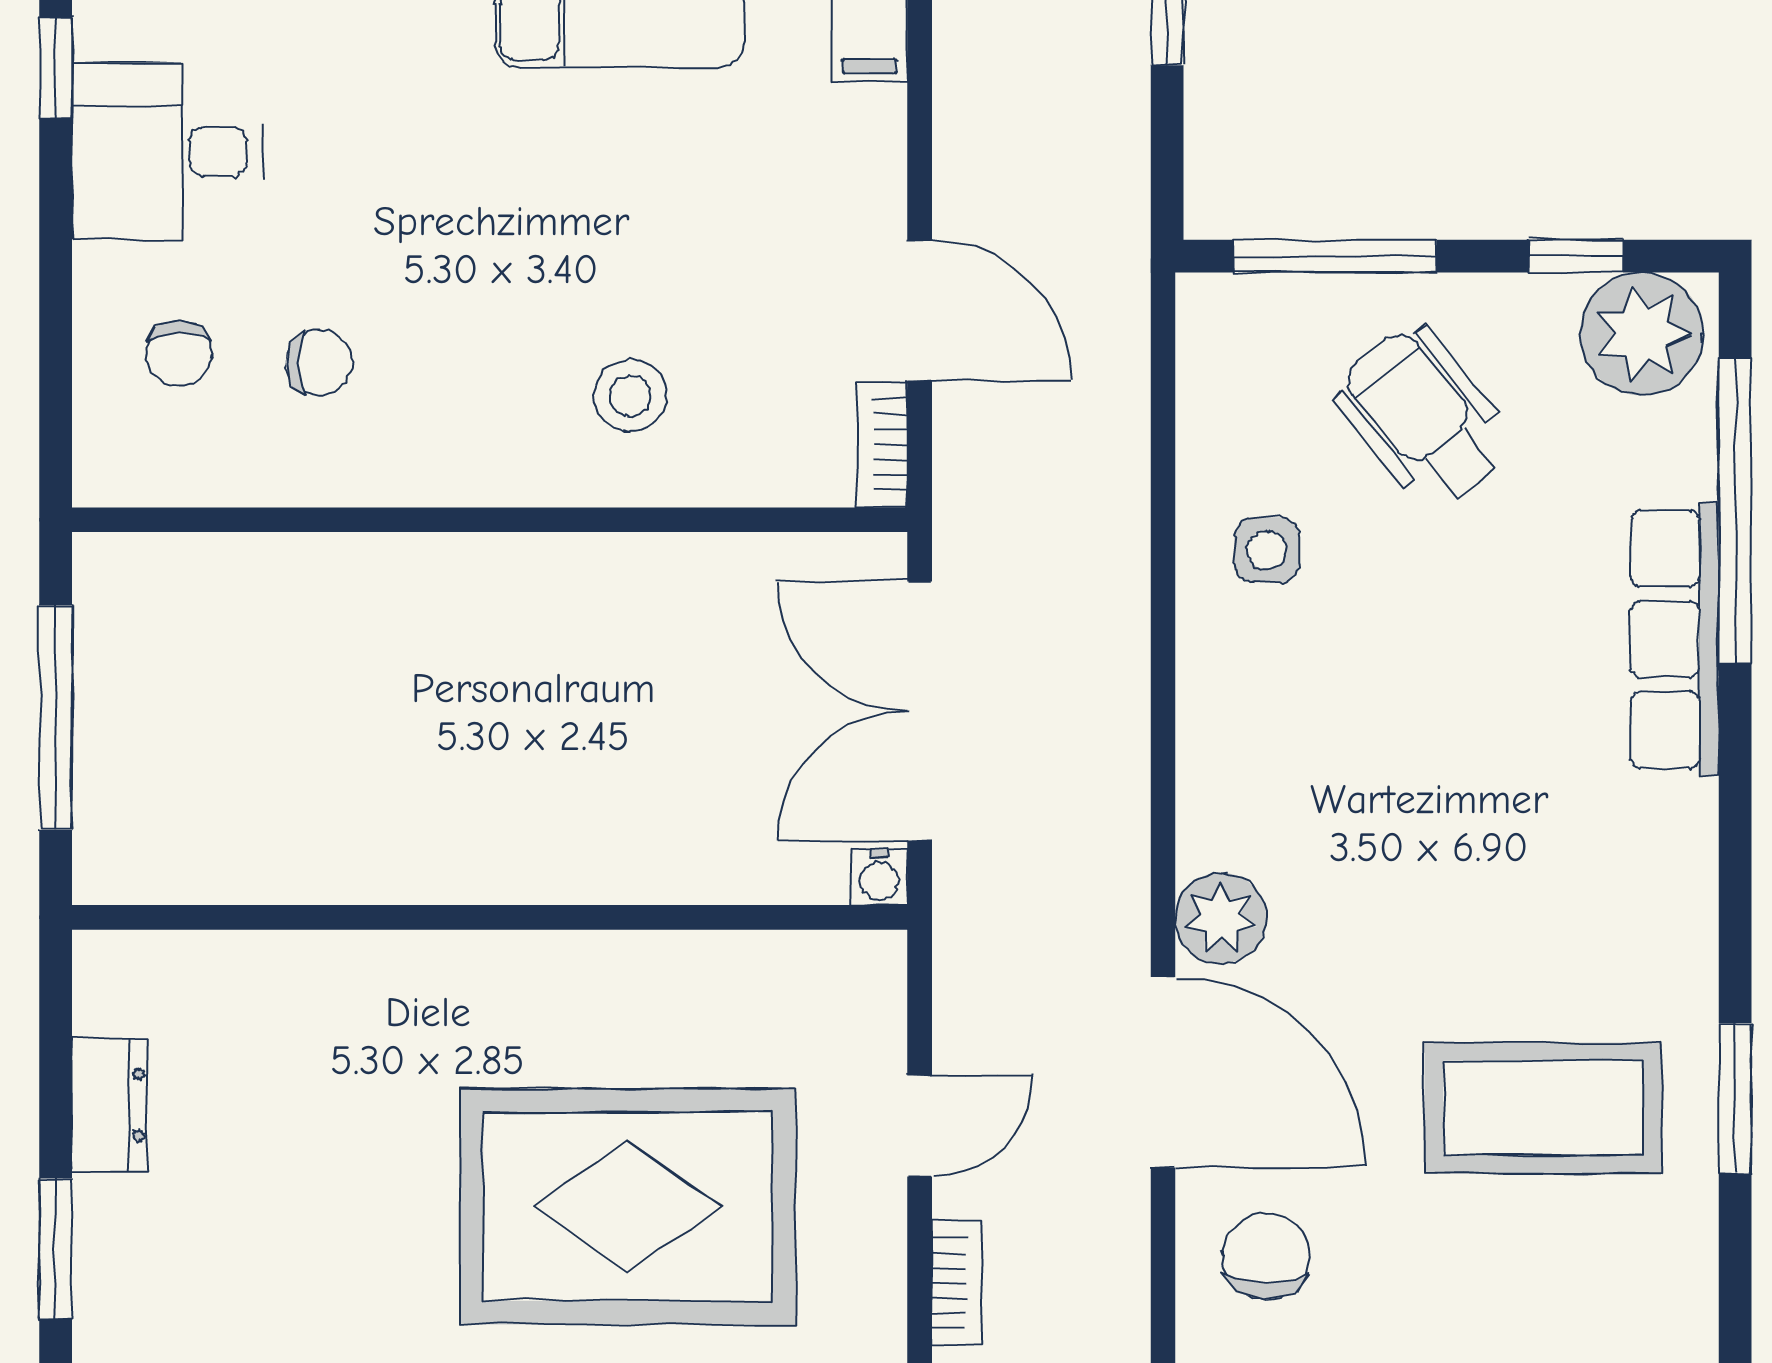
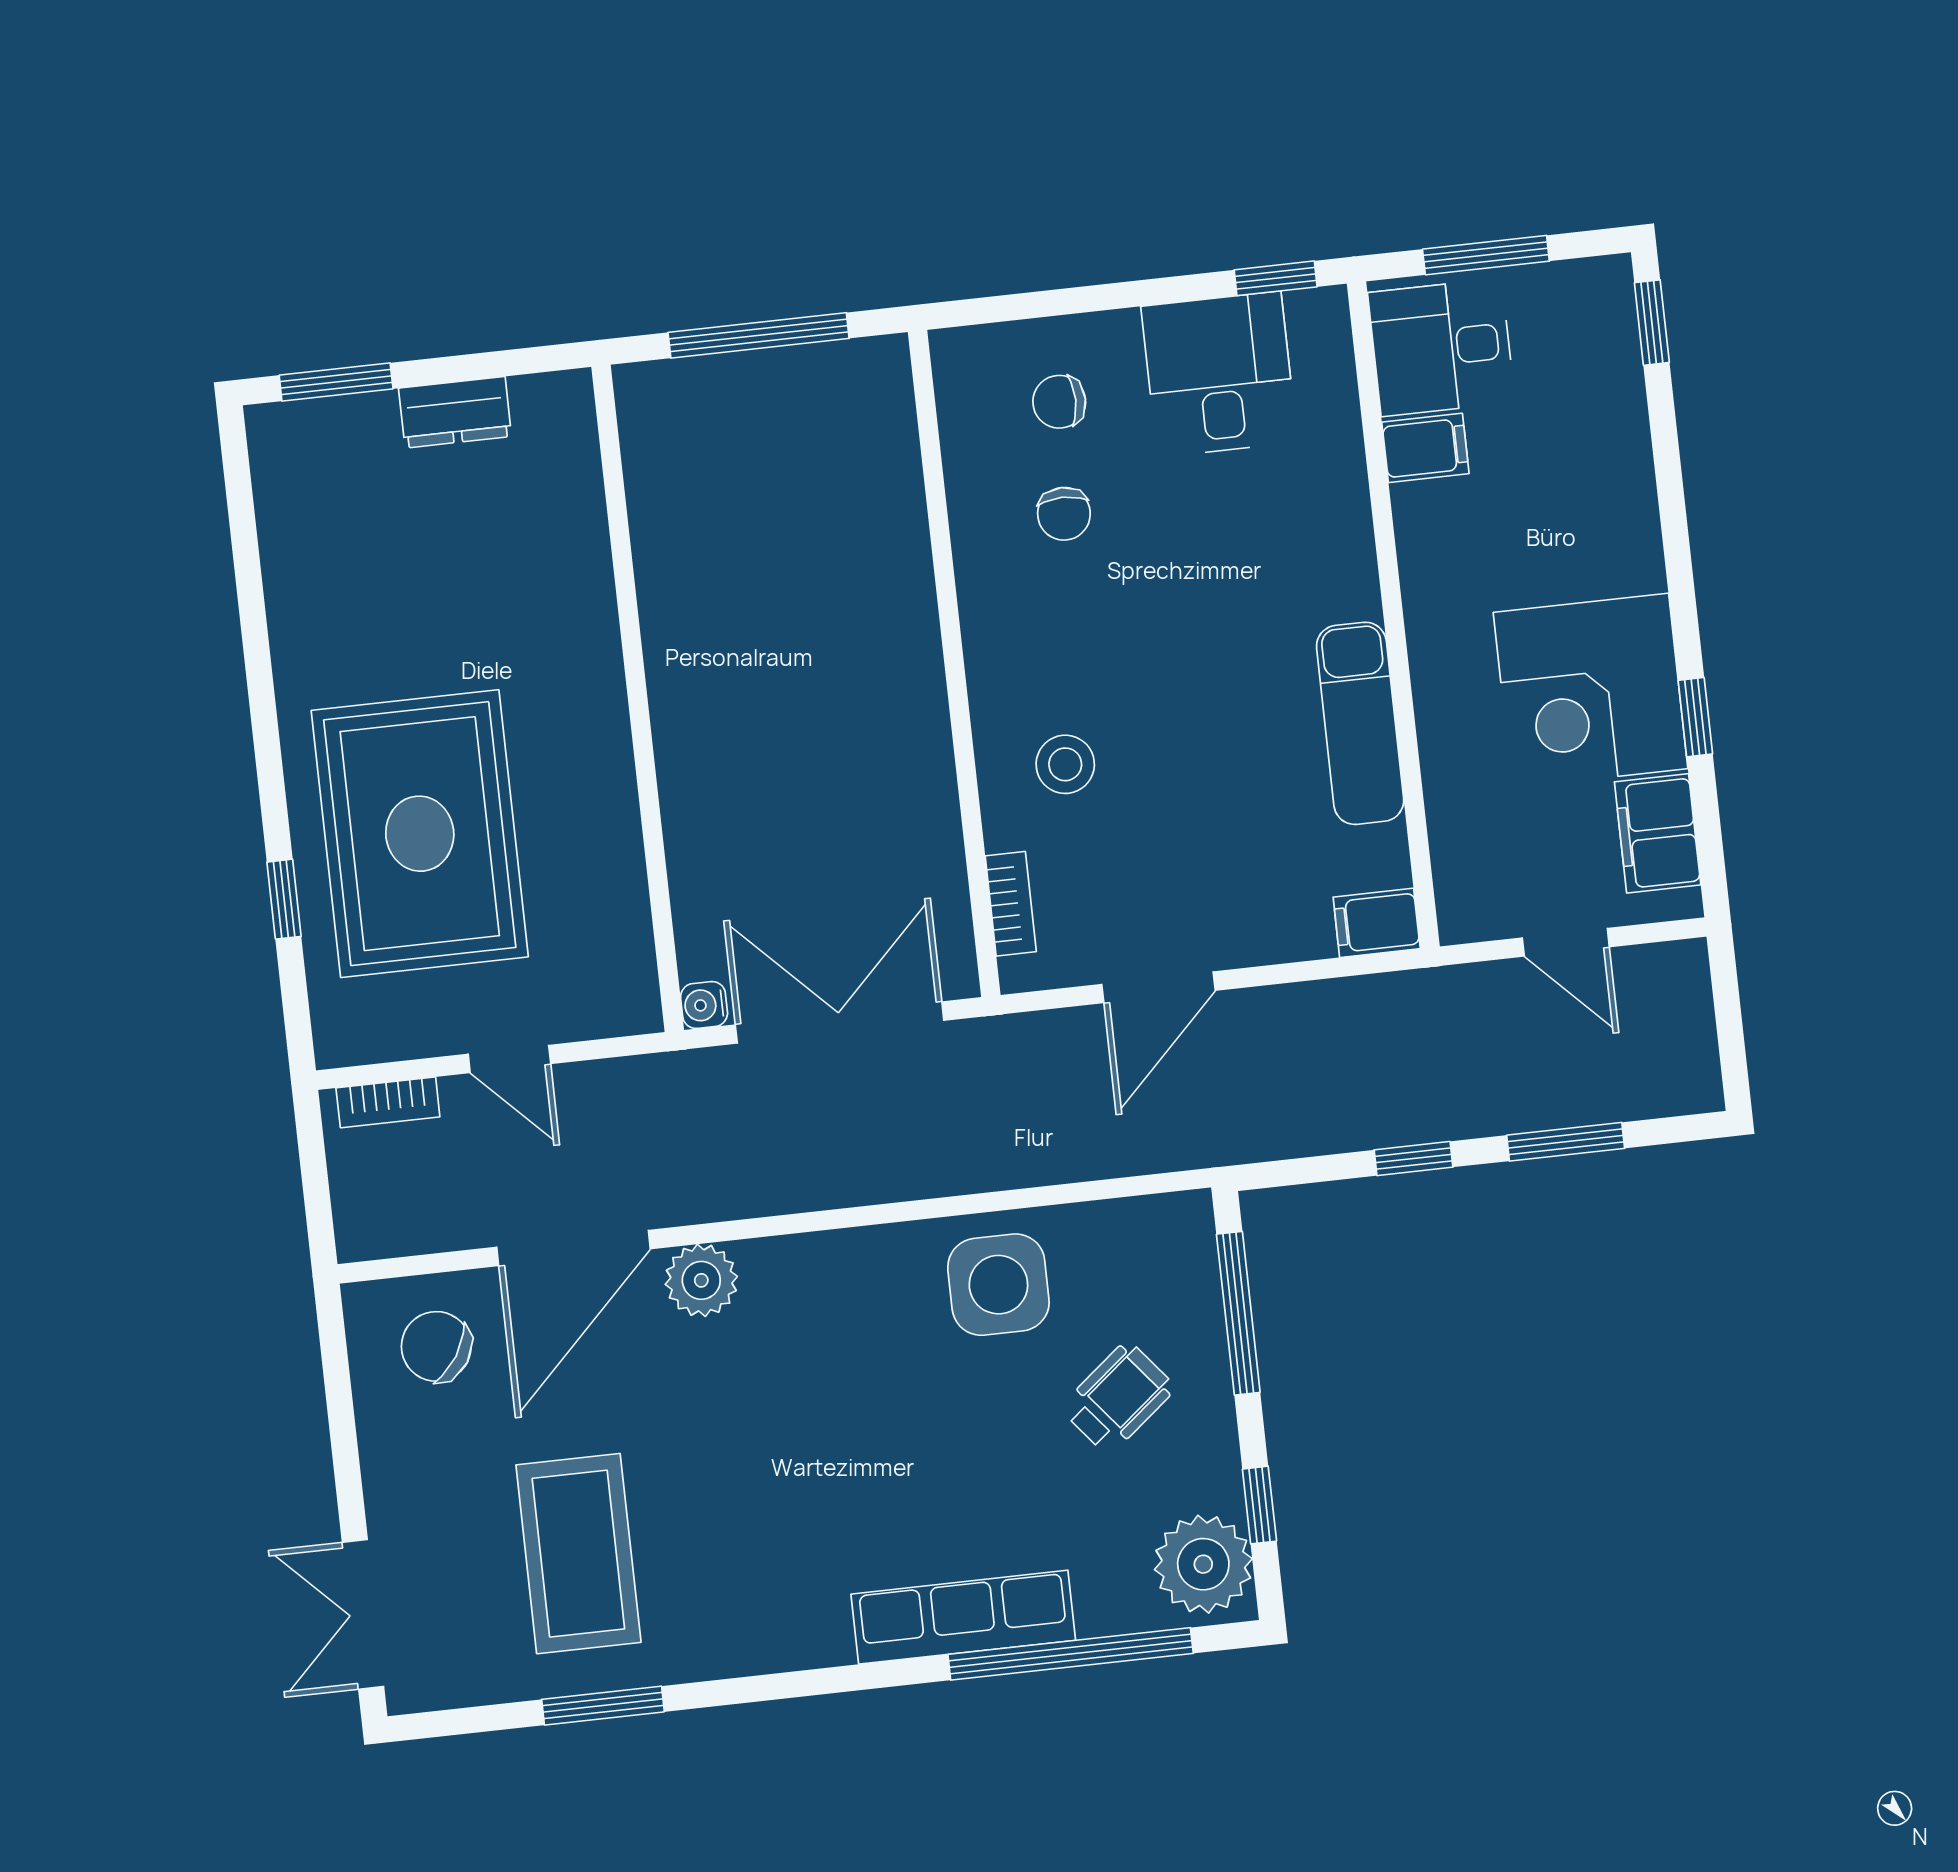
wheelchair: (1424, 417) -> (1118, 1398), width x0.73, depth x0.73
bookcase: (882, 445) -> (1011, 904), moved, turned 90
side table: (1267, 550) -> (998, 1285), width x1.87, depth x1.87
chair: (1266, 1256) -> (436, 1346), turned -147

